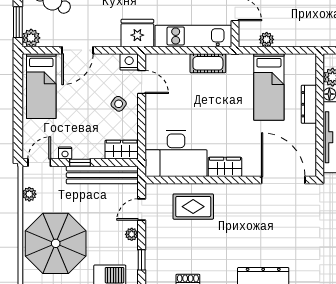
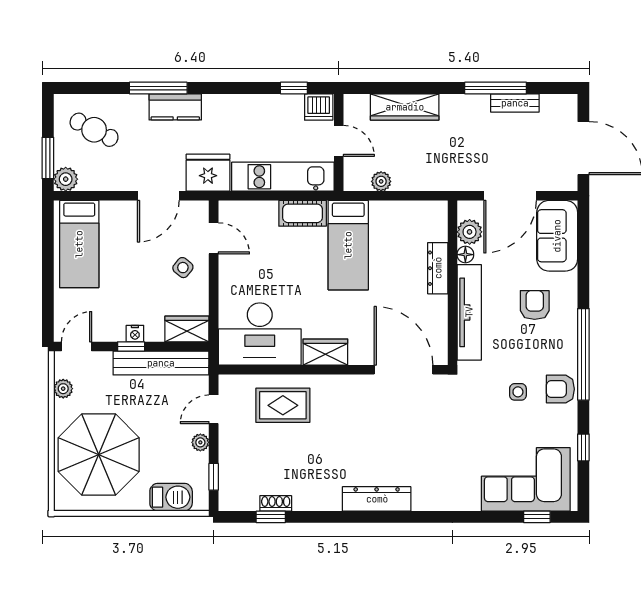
door: (77, 50) -> (158, 196), moved
nightstand: (129, 62) -> (197, 211), removed
bed: (269, 87) -> (348, 245), moved
nightstand: (65, 153) -> (135, 334), moved

